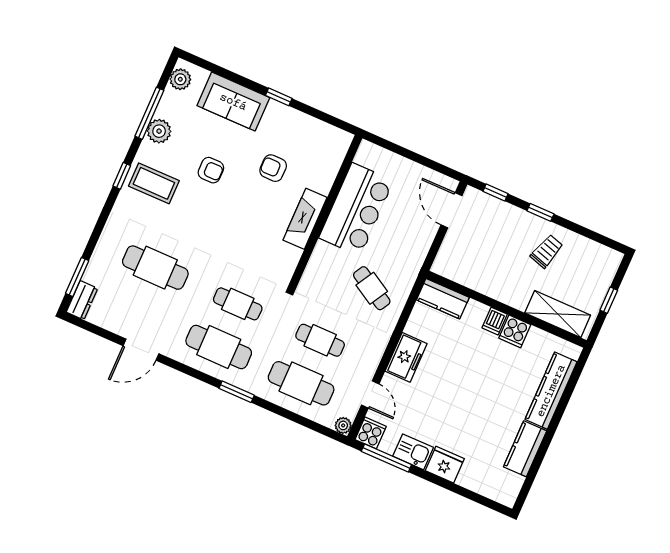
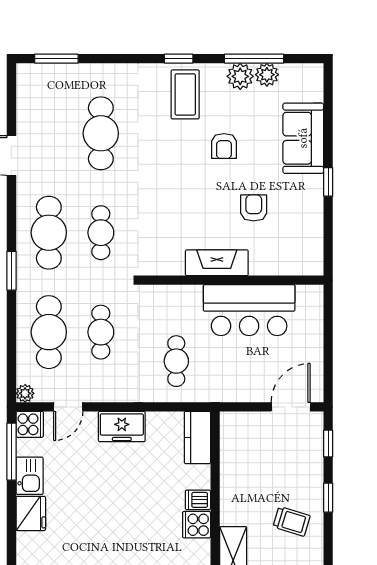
plant: (180, 79) -> (267, 75), moved
cafe table: (372, 288) -> (176, 361), turned -30
dresser: (82, 300) -> (35, 74), removed

